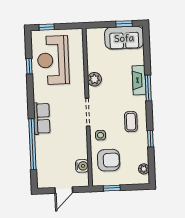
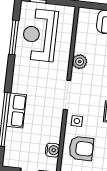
window: (29, 66) -> (14, 37), width x2.17
row of seats: (42, 118) -> (16, 111), moved

